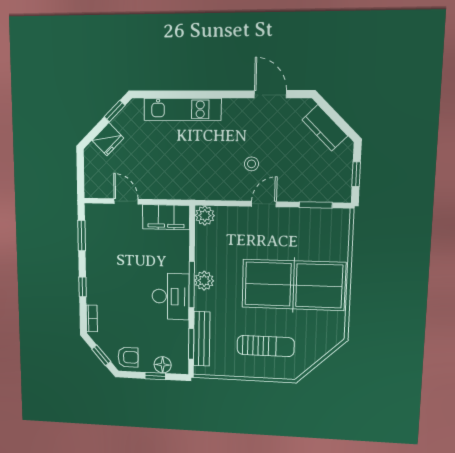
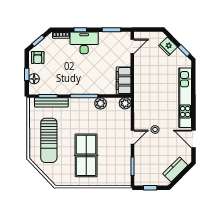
door: (270, 94) -> (194, 139), swing flipped
kitchen unit: (182, 109) -> (185, 98), width x1.36
door: (126, 201) -> (132, 46), moved
door: (264, 204) -> (132, 137), hinge flipped
plant: (204, 281) -> (101, 103), moved
table tennis table: (293, 285) -> (86, 155), width x0.73, depth x0.76
desk: (171, 296) -> (84, 43), moved, turned 180
sun lounger: (266, 346) -> (49, 140), width x1.36, depth x1.34

